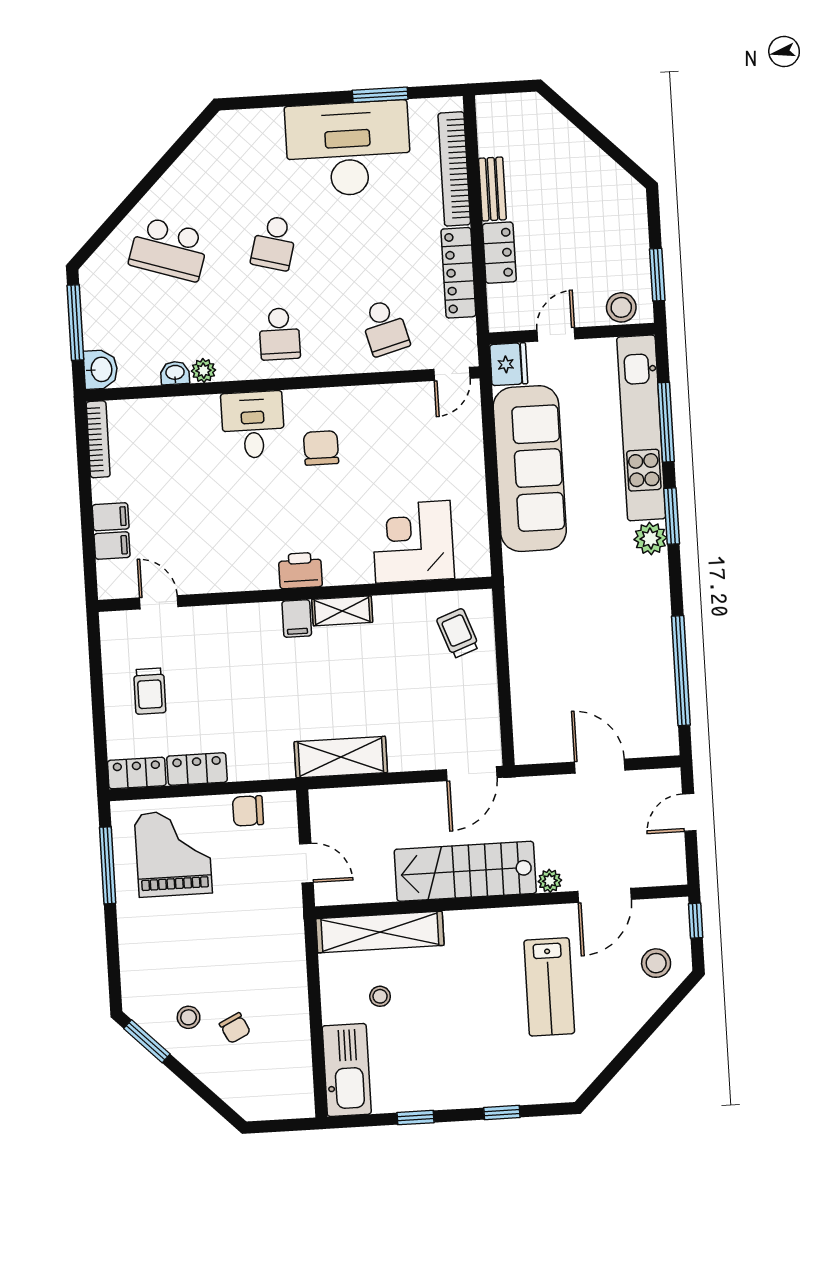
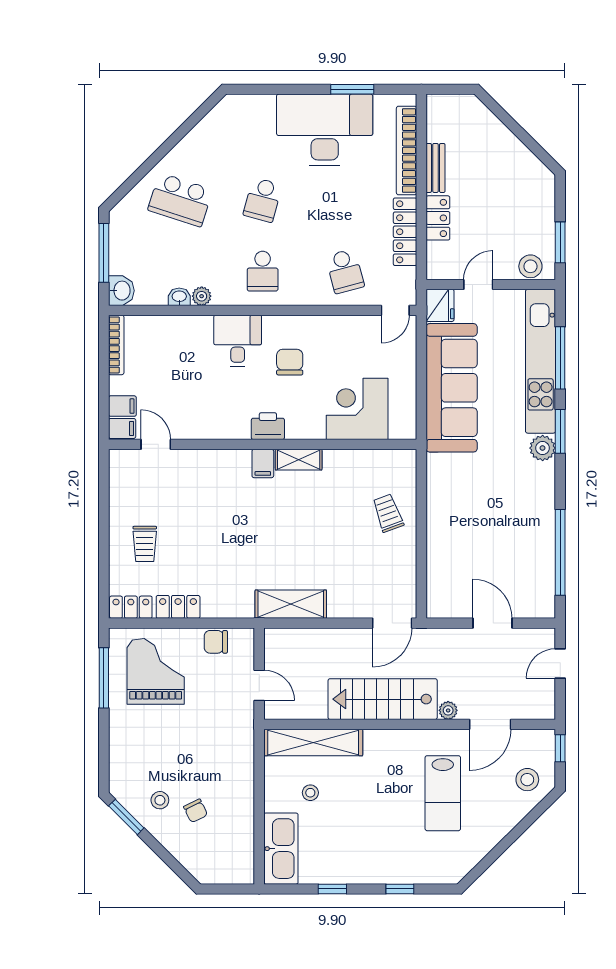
corner desk: (413, 542) -> (357, 409), moved
printer: (300, 570) -> (268, 426), moved
wall: (295, 594) -> (263, 444), moved
door: (159, 602) -> (156, 444), moved
shelving: (342, 611) -> (299, 460), moved
filing cabinet: (297, 619) -> (263, 463), moved

